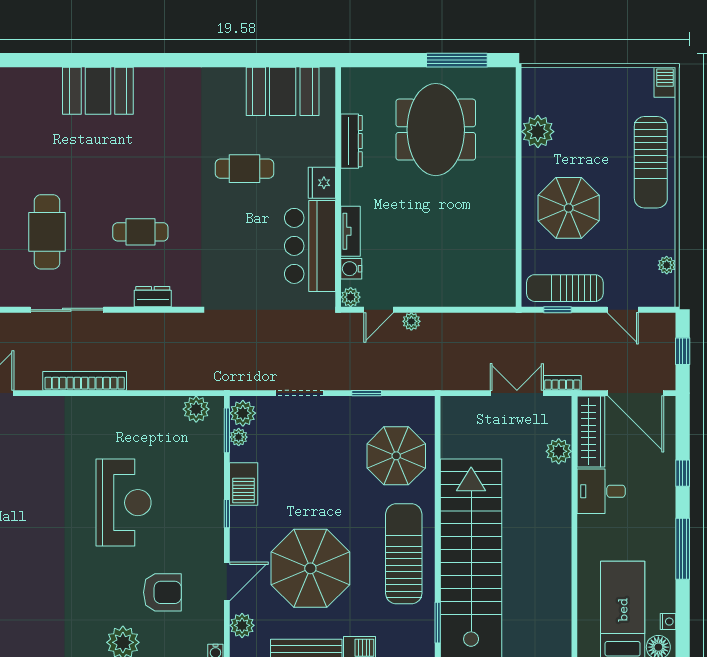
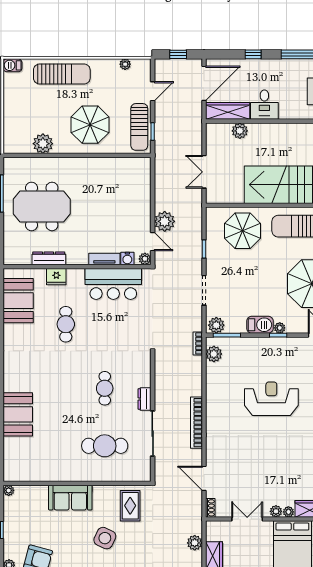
fridge: (322, 183) -> (56, 277), moved
dresser: (153, 297) -> (145, 399), moved
plant: (411, 321) -> (165, 221), width x1.88, depth x1.88
bookcase: (562, 383) -> (198, 343), moved
double door: (517, 393) -> (204, 172), moved
plant: (239, 437) -> (280, 328), moved

